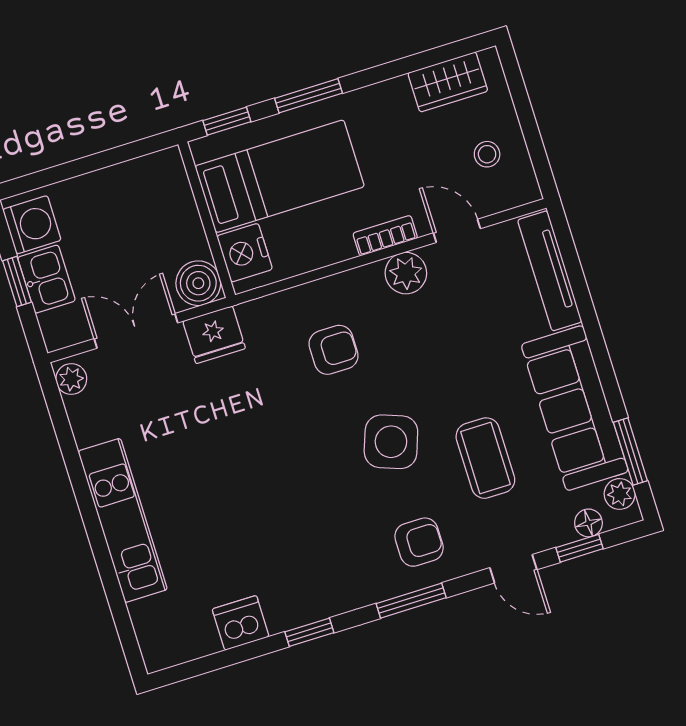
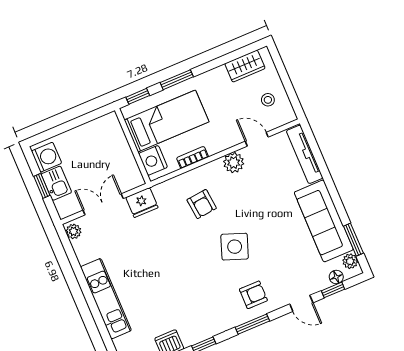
bookcase: (385, 236) -> (193, 157), moved
boiler: (198, 283) -> (132, 178), removed
armchair: (333, 350) -> (202, 204), turned 84
coffee table: (485, 458) -> (282, 250), removed

